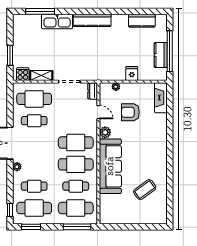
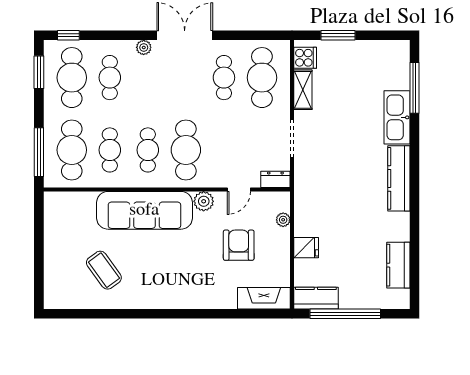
kitchen counter: (161, 55) -> (316, 298), moved
cafe table: (76, 164) -> (148, 150), width x0.73, depth x0.74

